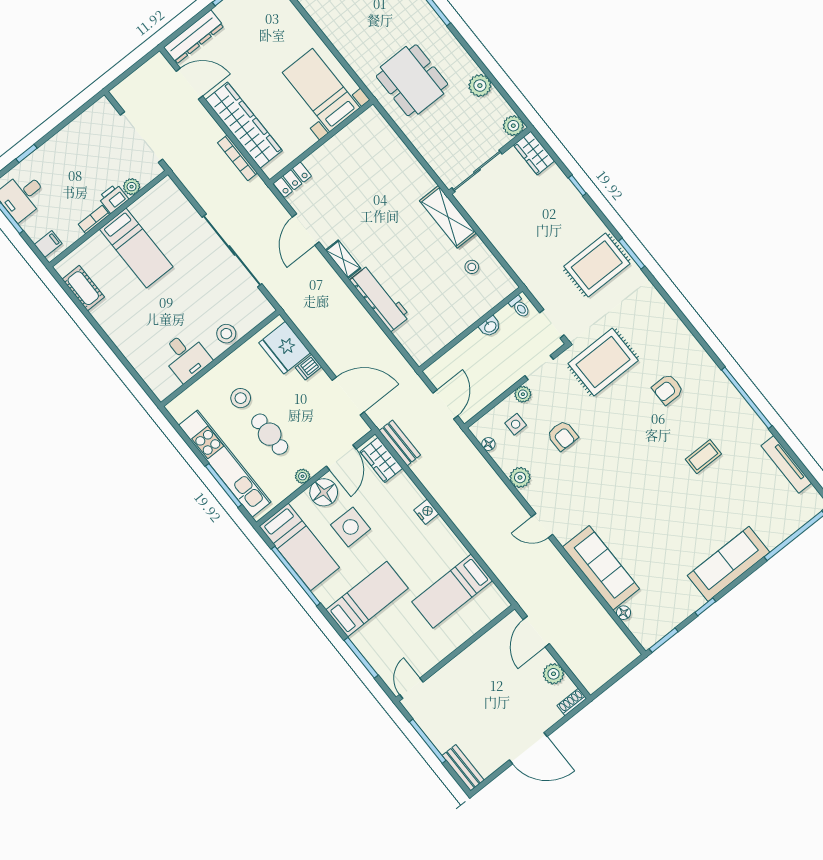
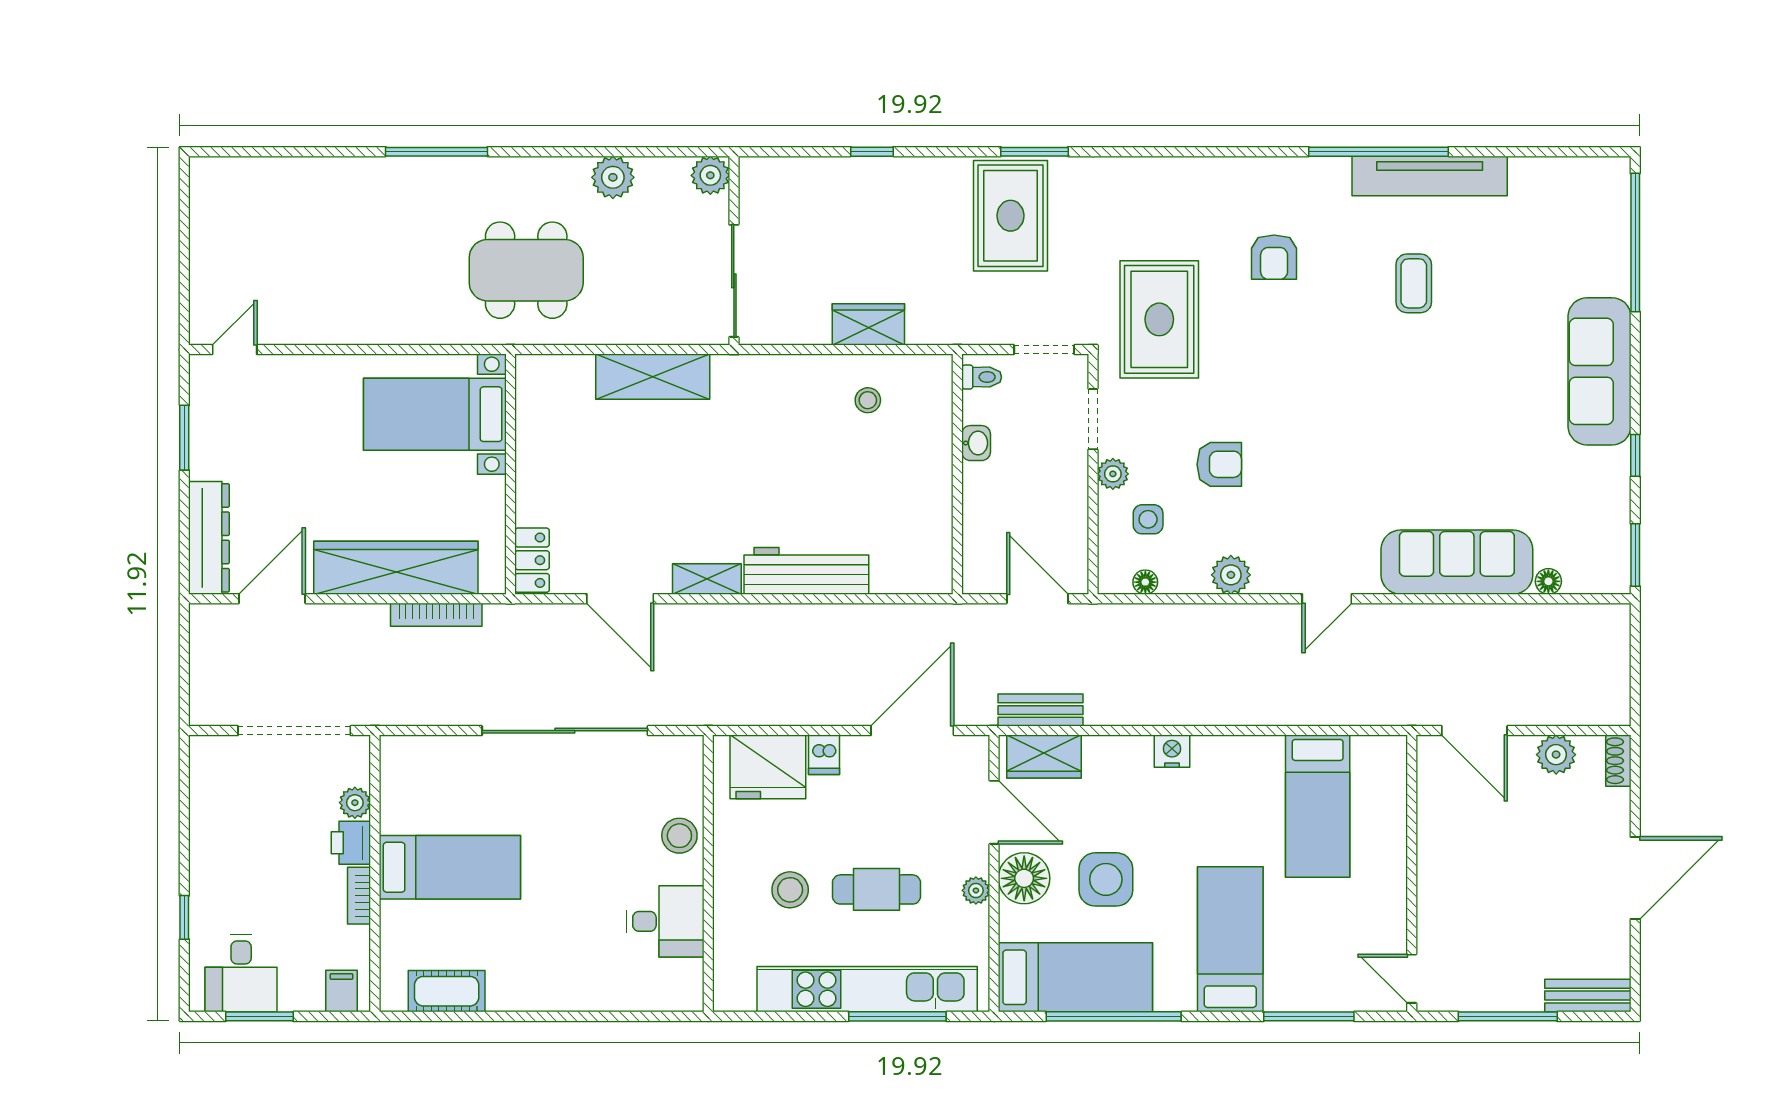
wardrobe: (534, 153) -> (868, 324), moved, turned 180
shelving: (448, 217) -> (653, 377), moved
tv unit: (786, 464) -> (1430, 176), moved, width x1.36, depth x1.29

